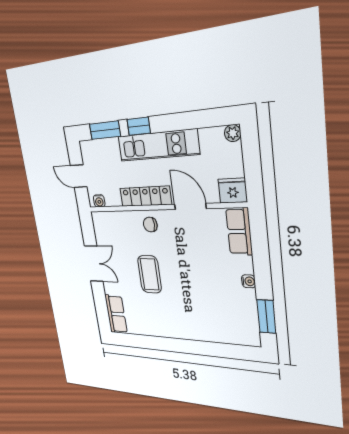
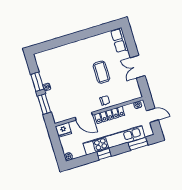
window: (139, 126) -> (104, 154), moved
kitchen unit: (158, 145) -> (114, 140), width x1.36
row of seats: (239, 232) -> (56, 111), removed
window: (260, 251) -> (44, 104), added
window: (266, 316) -> (37, 82), moved

